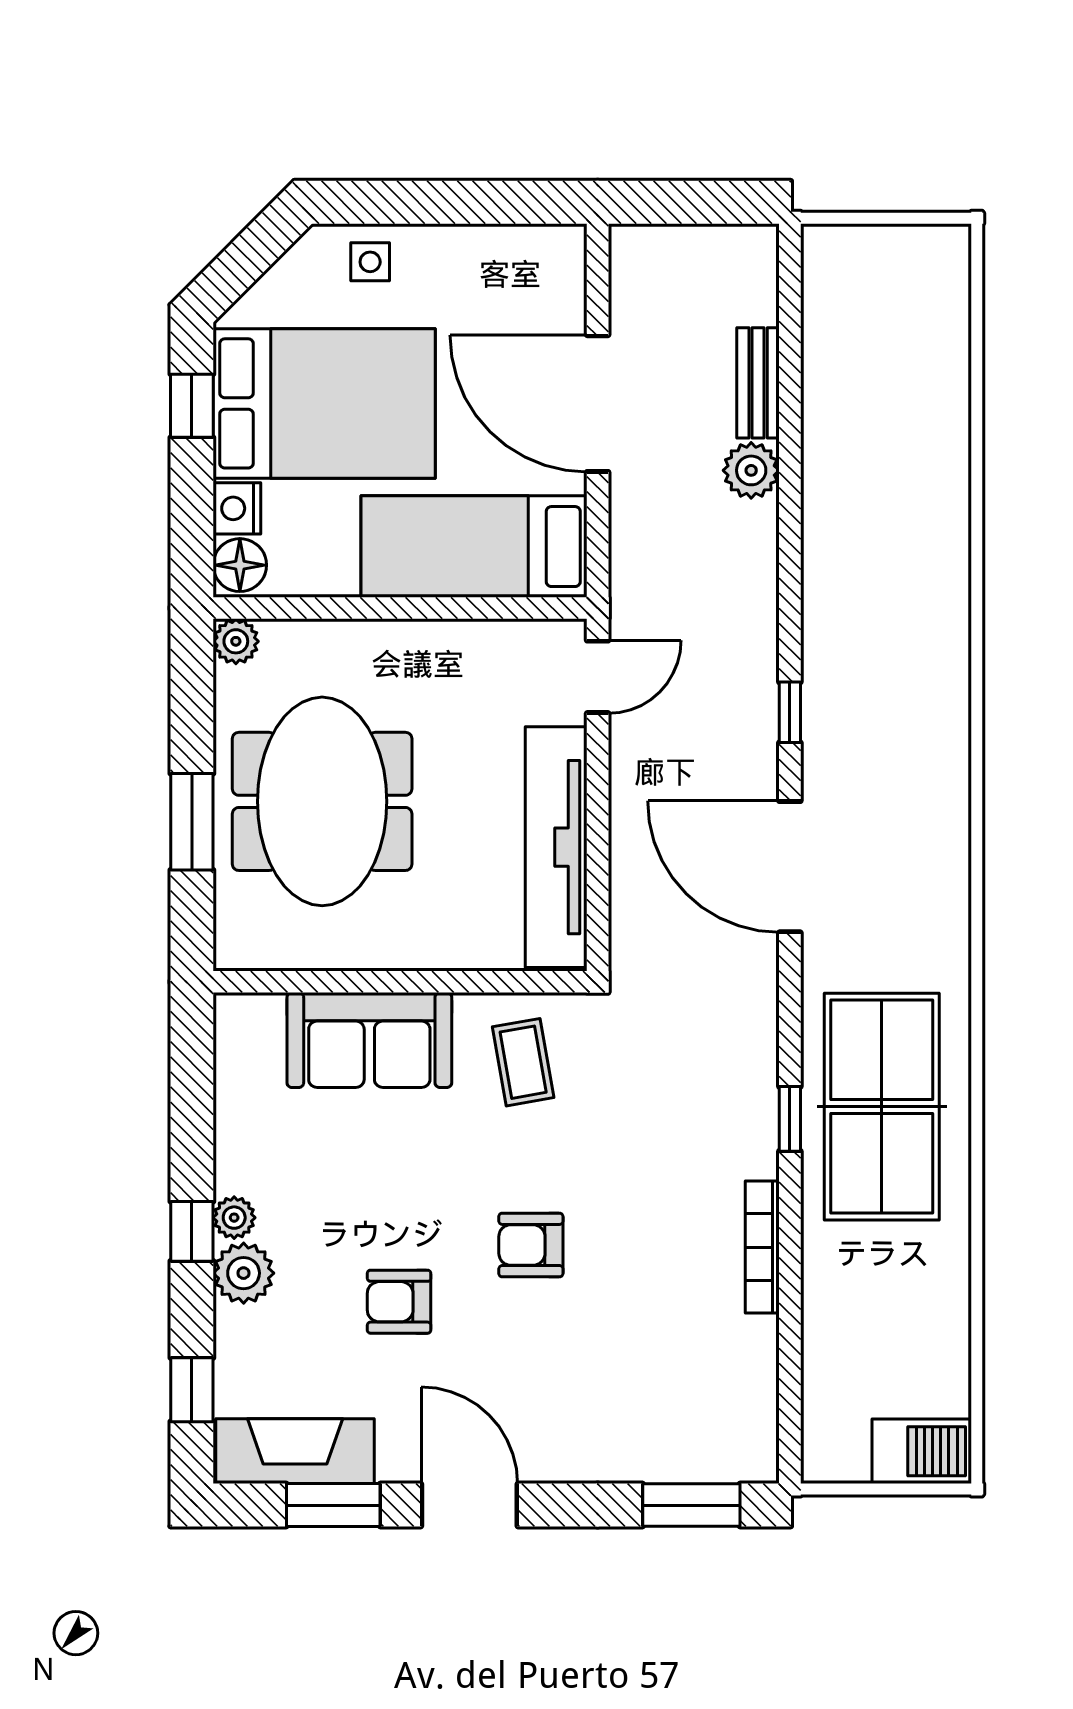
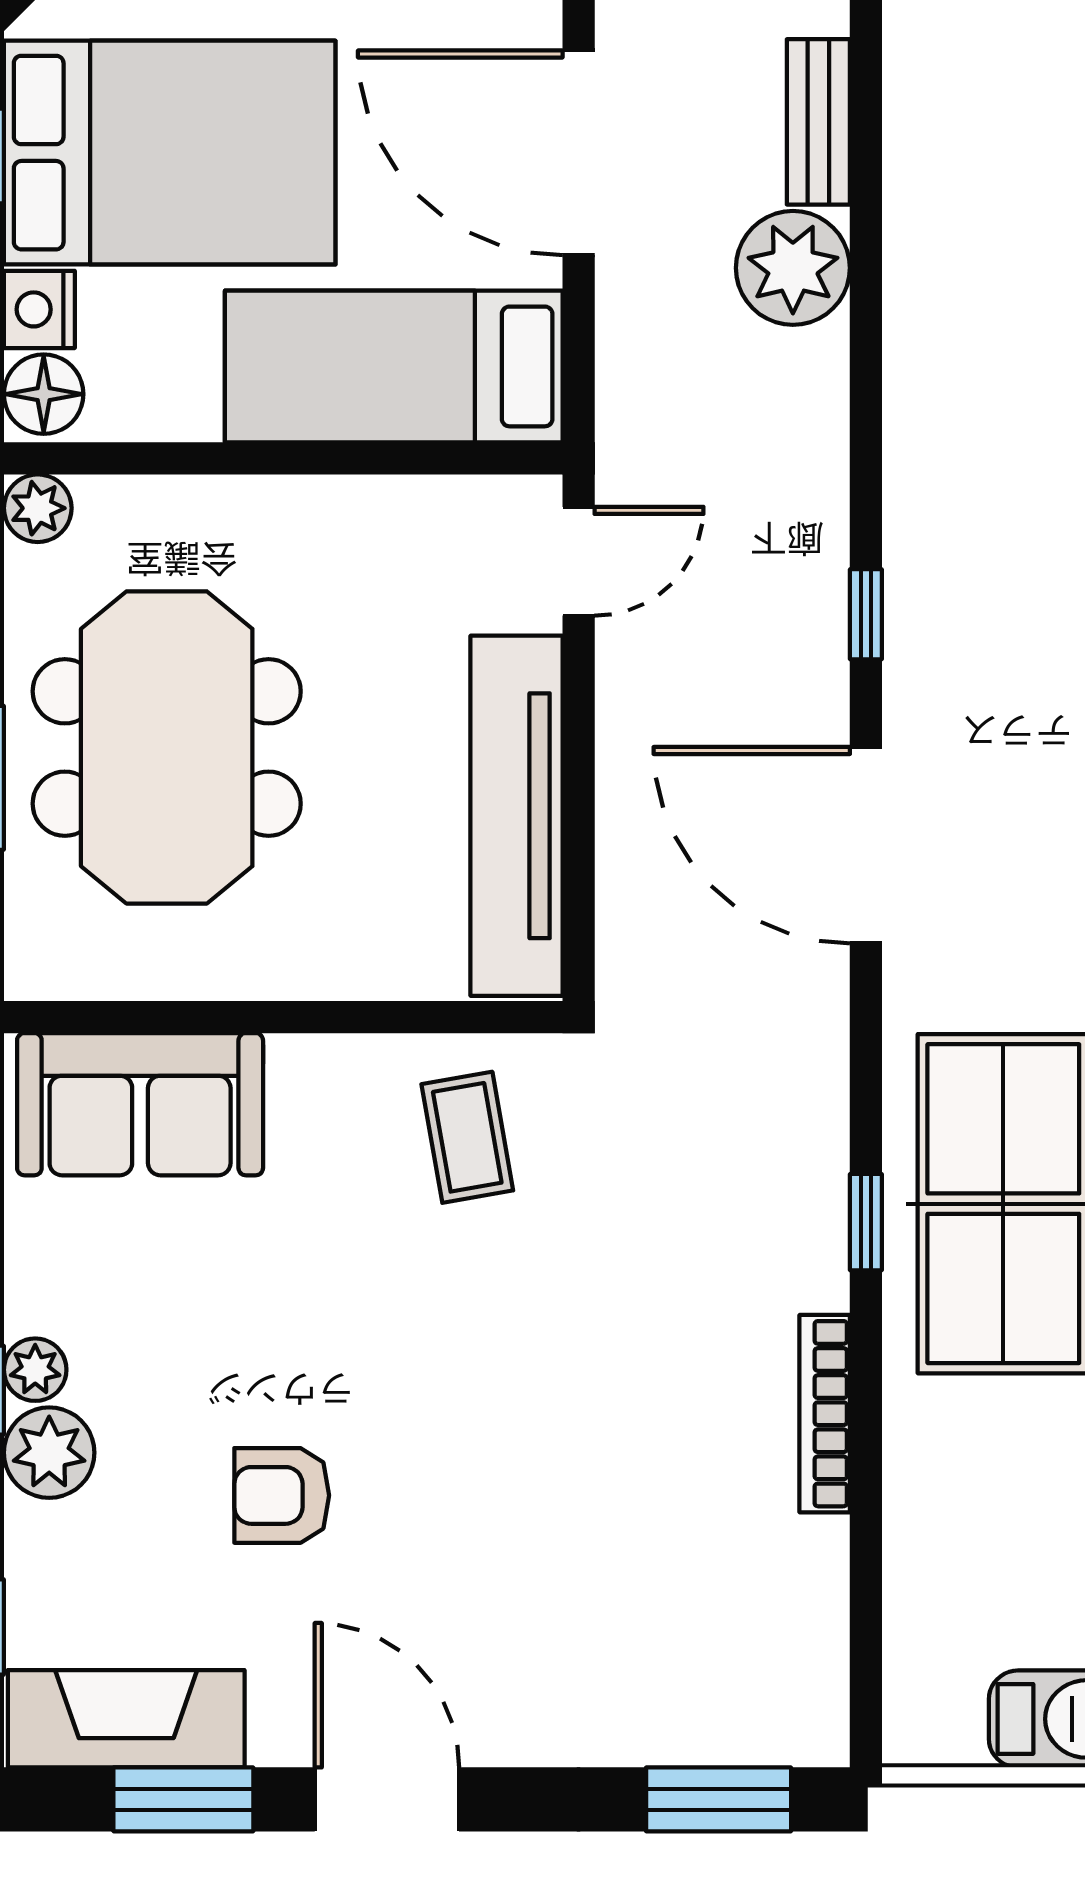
plant: (751, 470) -> (793, 268), width x1.36, depth x1.36
sofa: (369, 1040) -> (140, 1104), moved
armchair: (531, 1245) -> (479, 1411), removed

